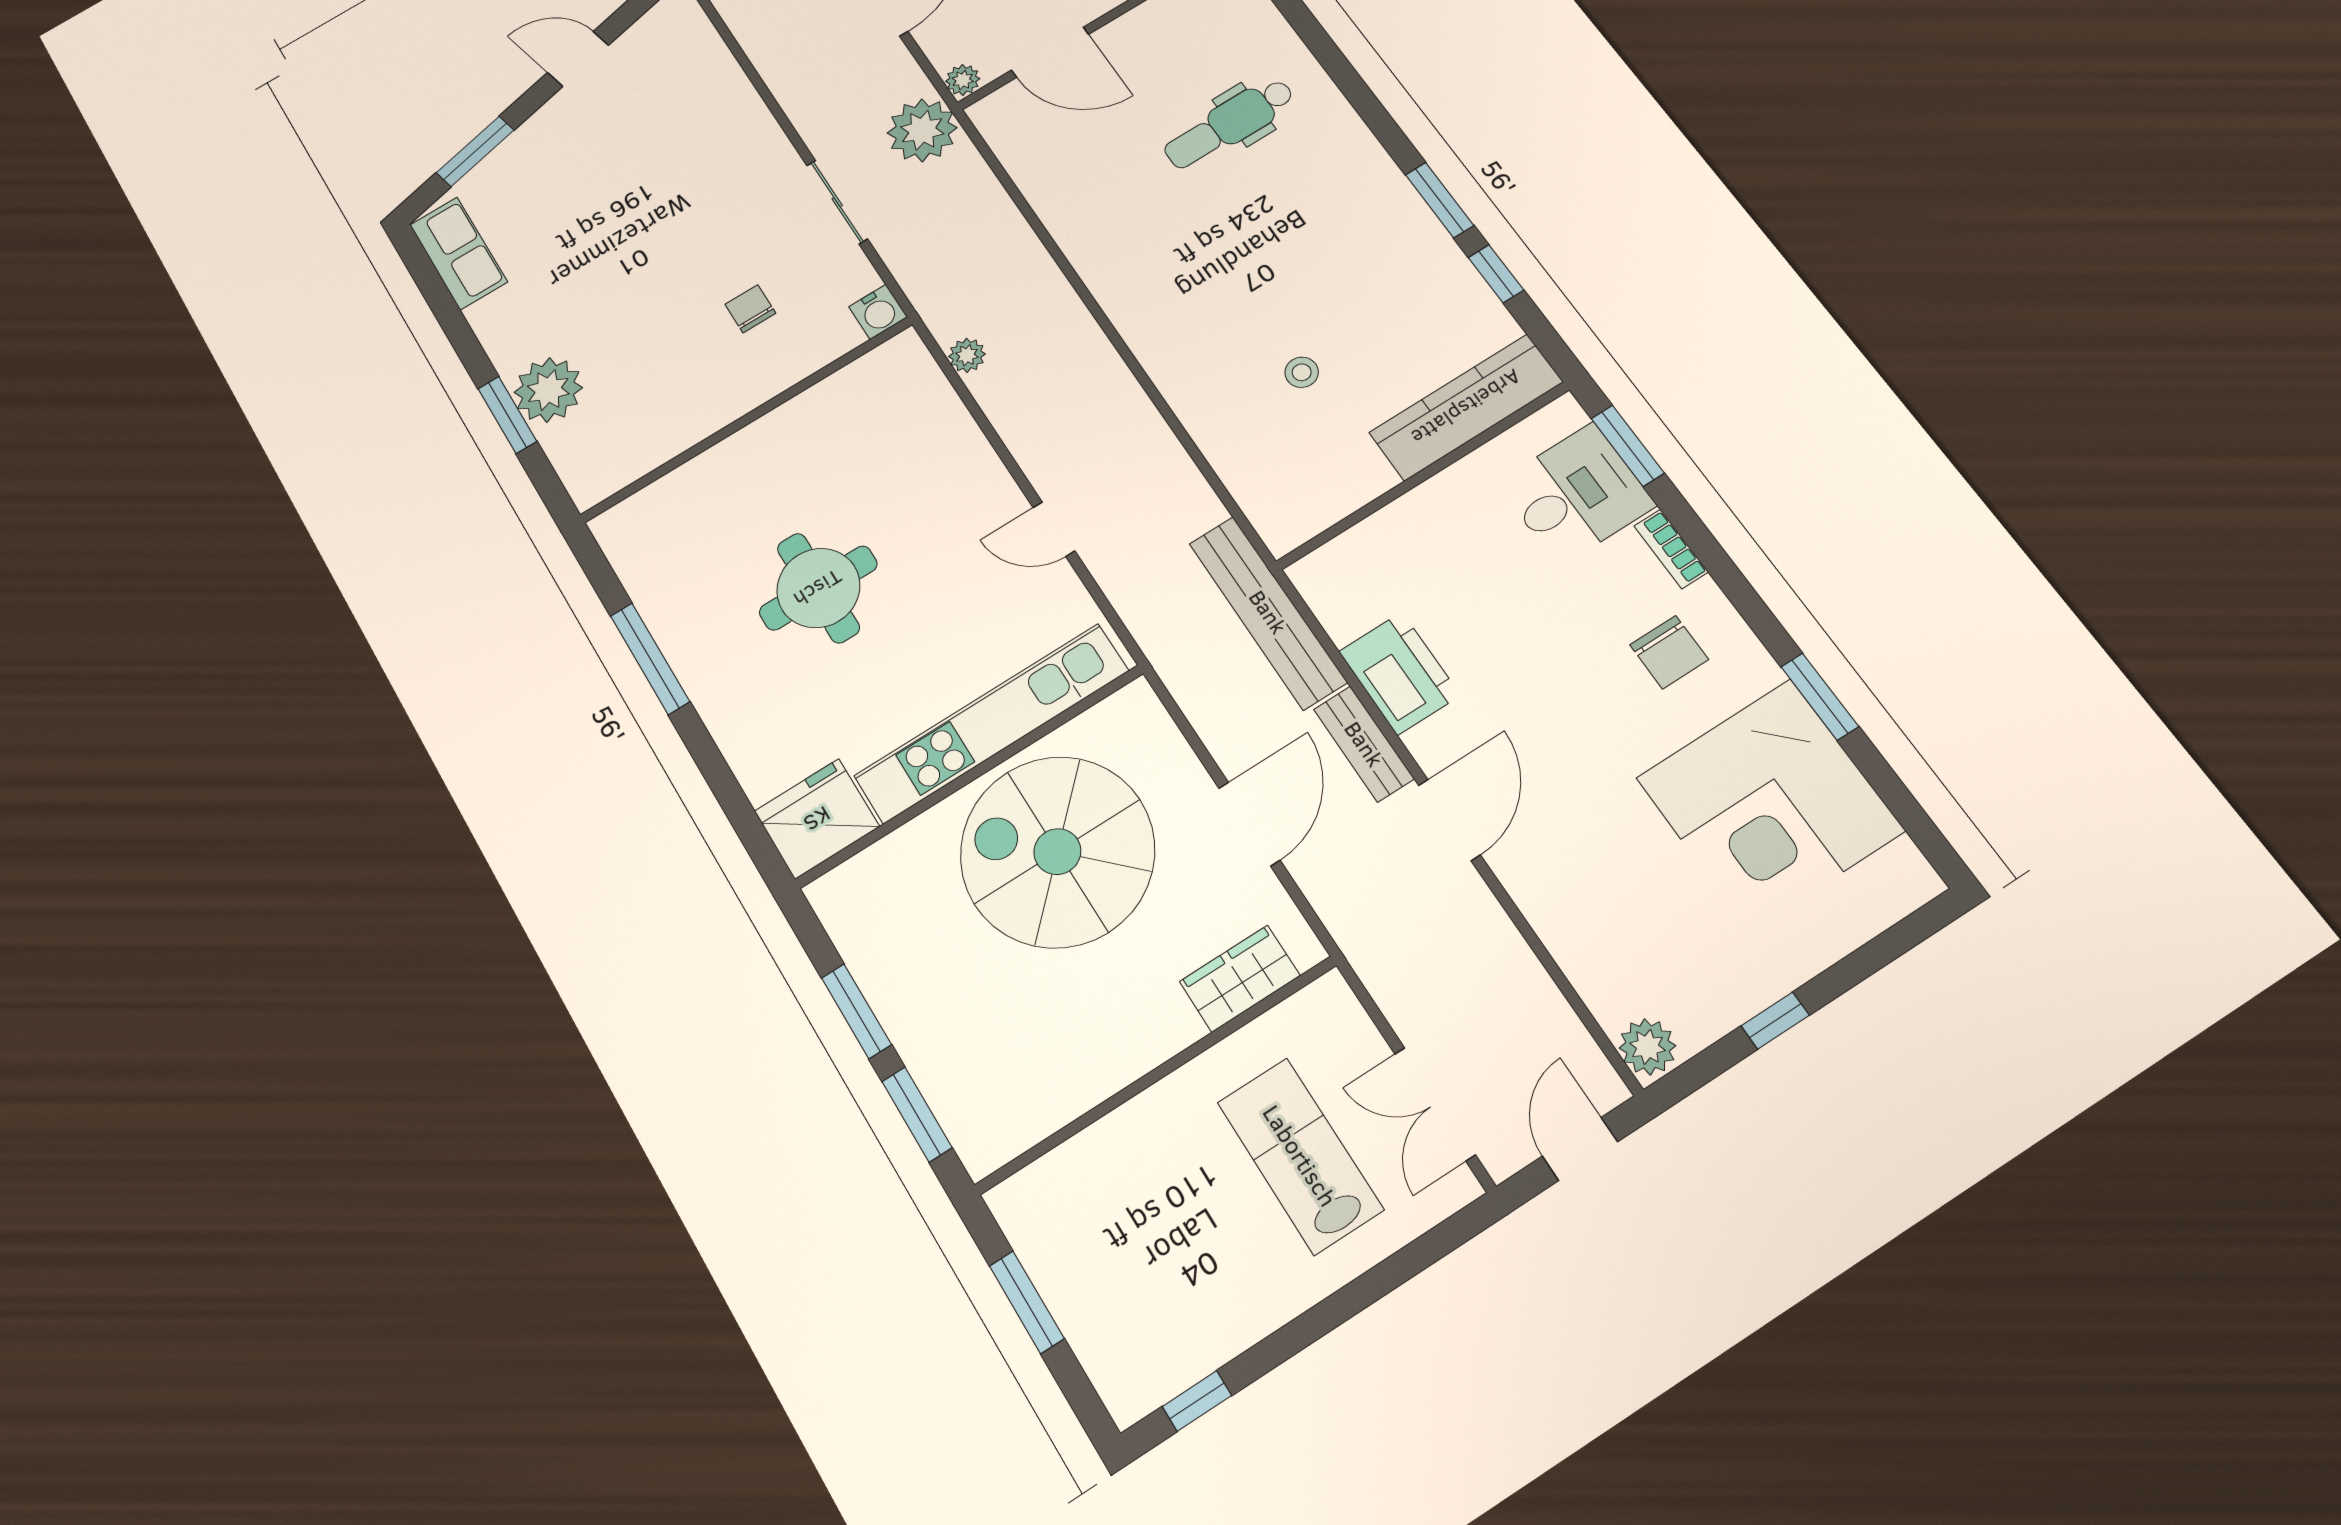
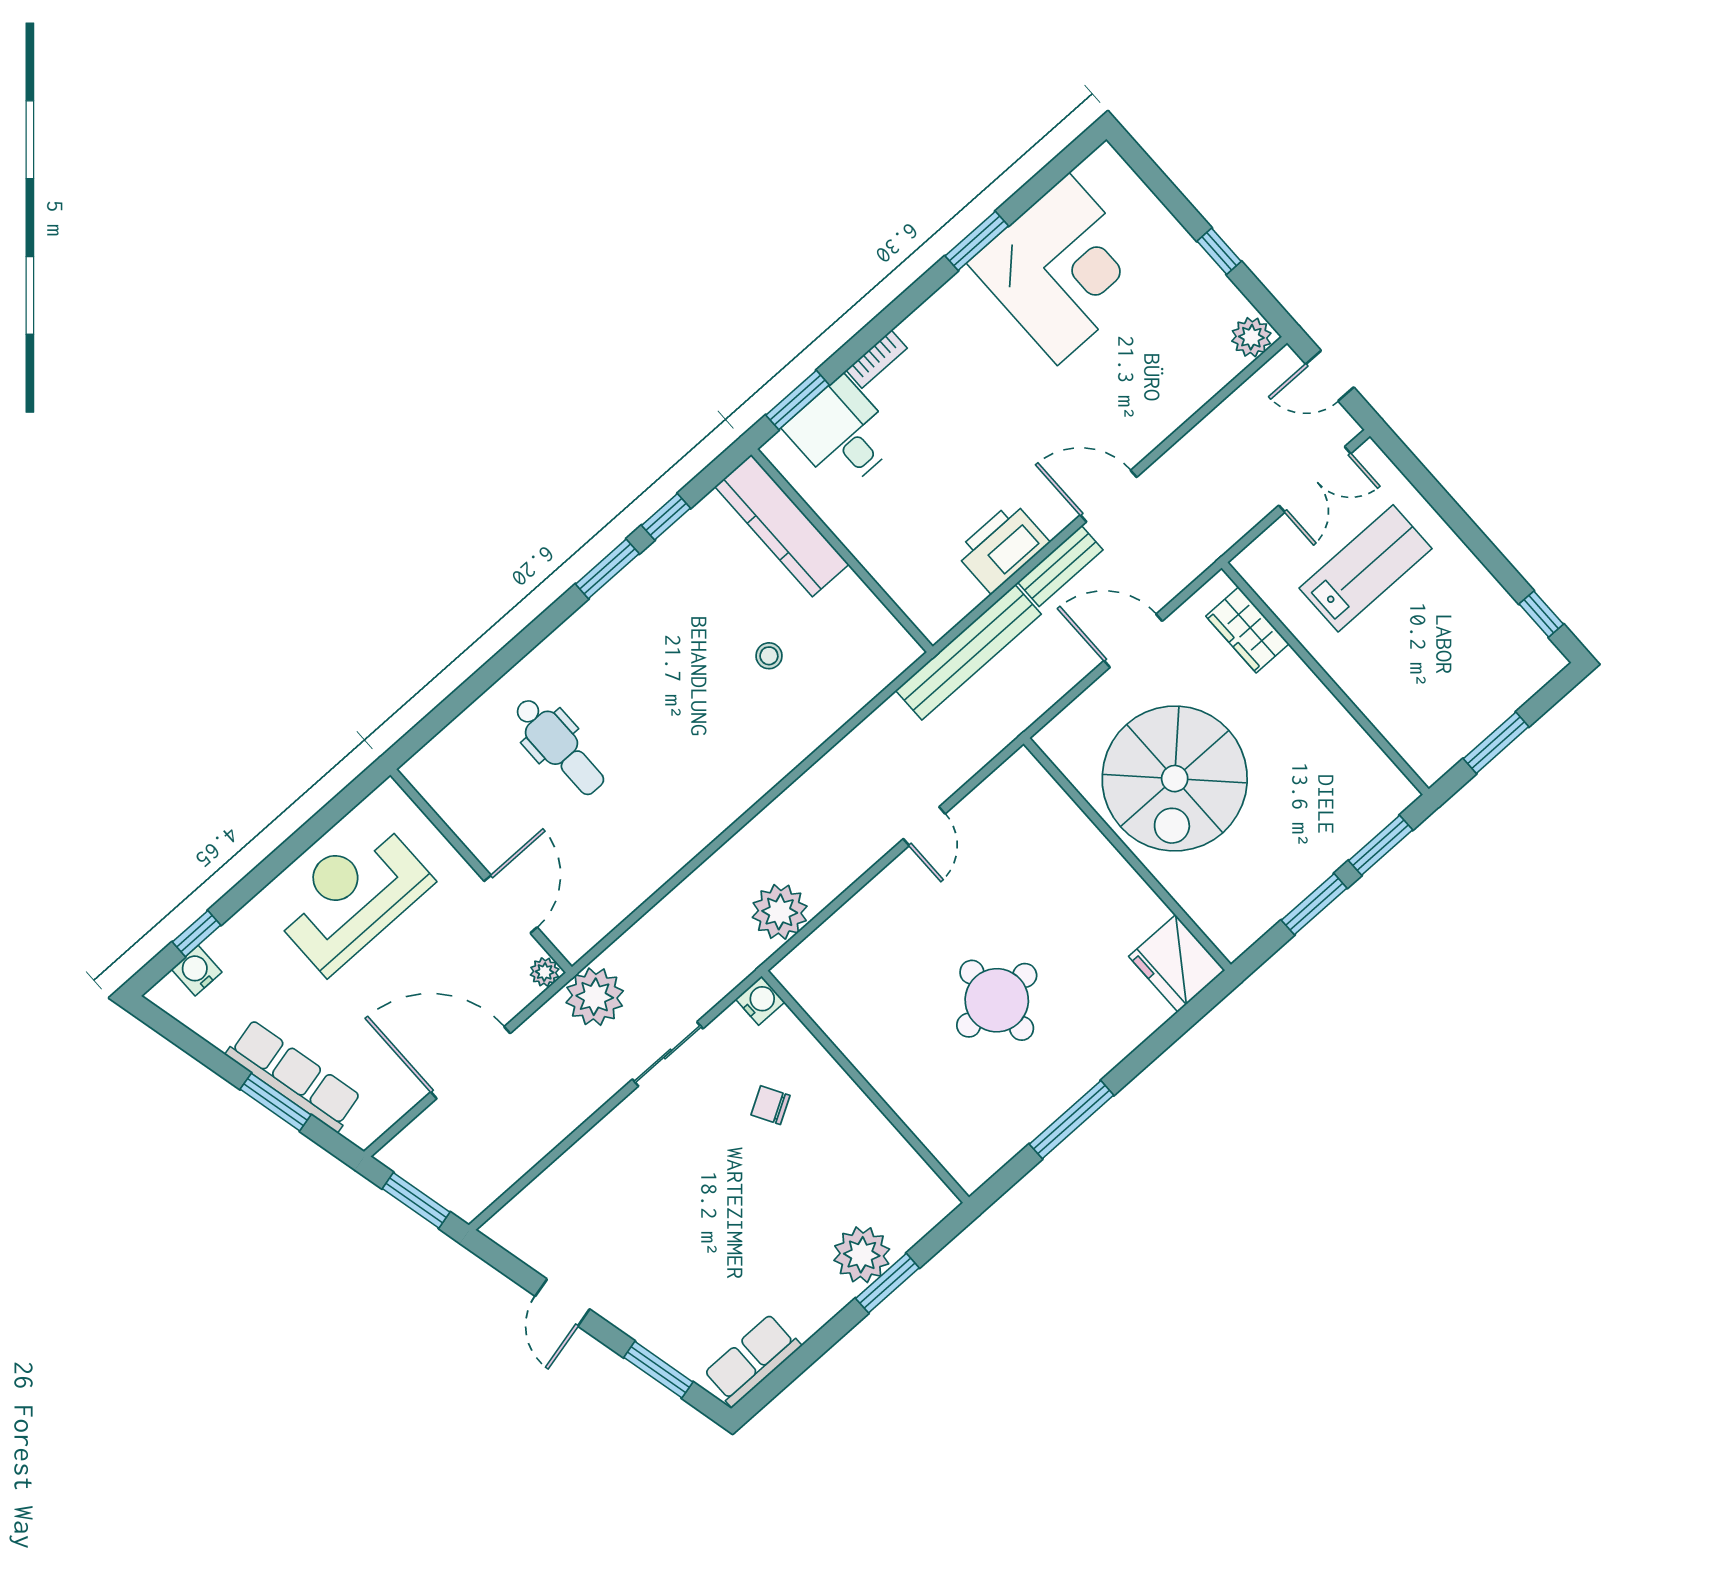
chair: (750, 309) -> (771, 1105), turned 60
plant: (967, 355) -> (780, 912), width x1.87, depth x1.87
chair: (1669, 652) -> (958, 352), removed
kitchen unit: (992, 723) -> (1084, 846), removed
lab bench: (1300, 1156) -> (1366, 568), turned 180

